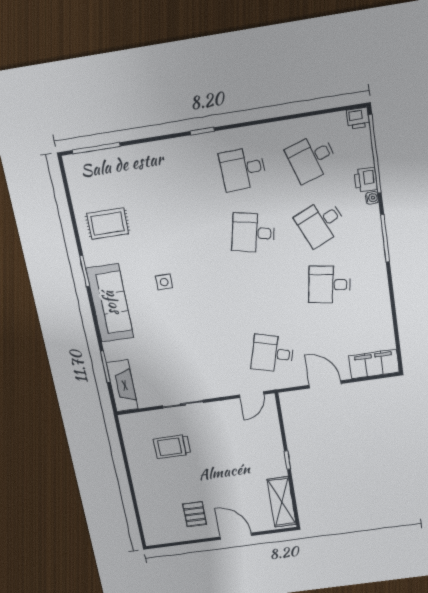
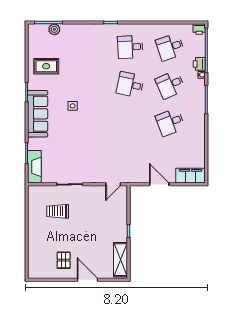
plant: (108, 159) -> (54, 29), added
desk: (329, 285) -> (170, 122), turned -30
desk: (273, 354) -> (130, 160), removed

